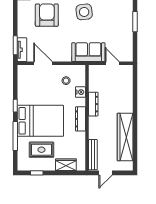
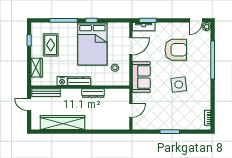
sofa: (88, 52) -> (141, 77), moved
nightstand: (80, 92) -> (62, 81), moved
bed: (40, 121) -> (92, 44), moved

